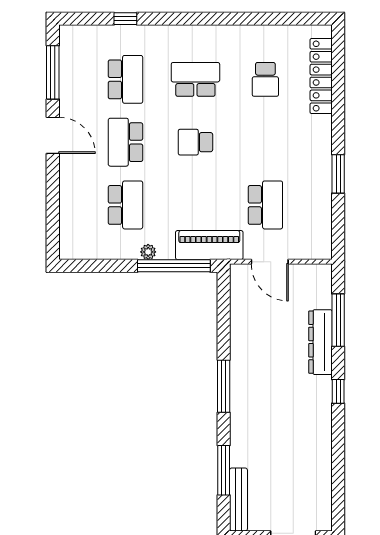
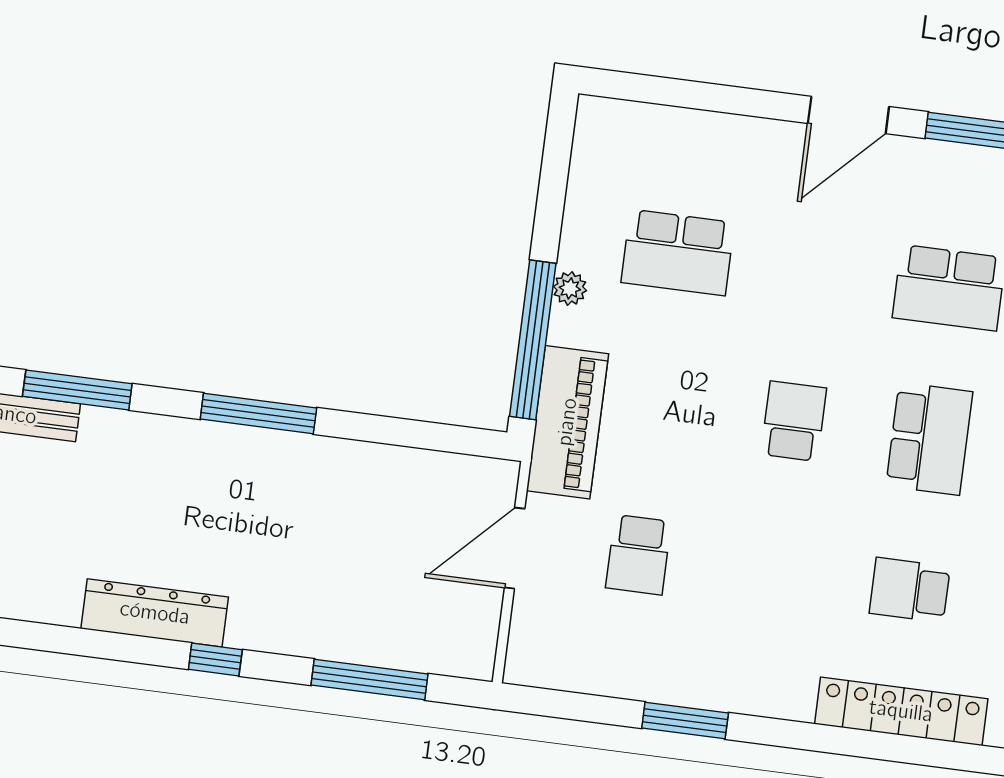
school desk: (125, 142) -> (813, 270), removed
school desk: (265, 205) -> (638, 555), width x0.54
dresser: (320, 342) -> (155, 613), moved

